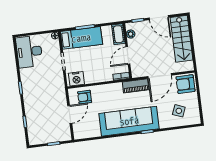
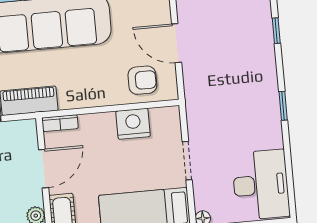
nightstand: (76, 79) -> (133, 124), moved
door: (70, 114) -> (177, 43), hinge flipped

